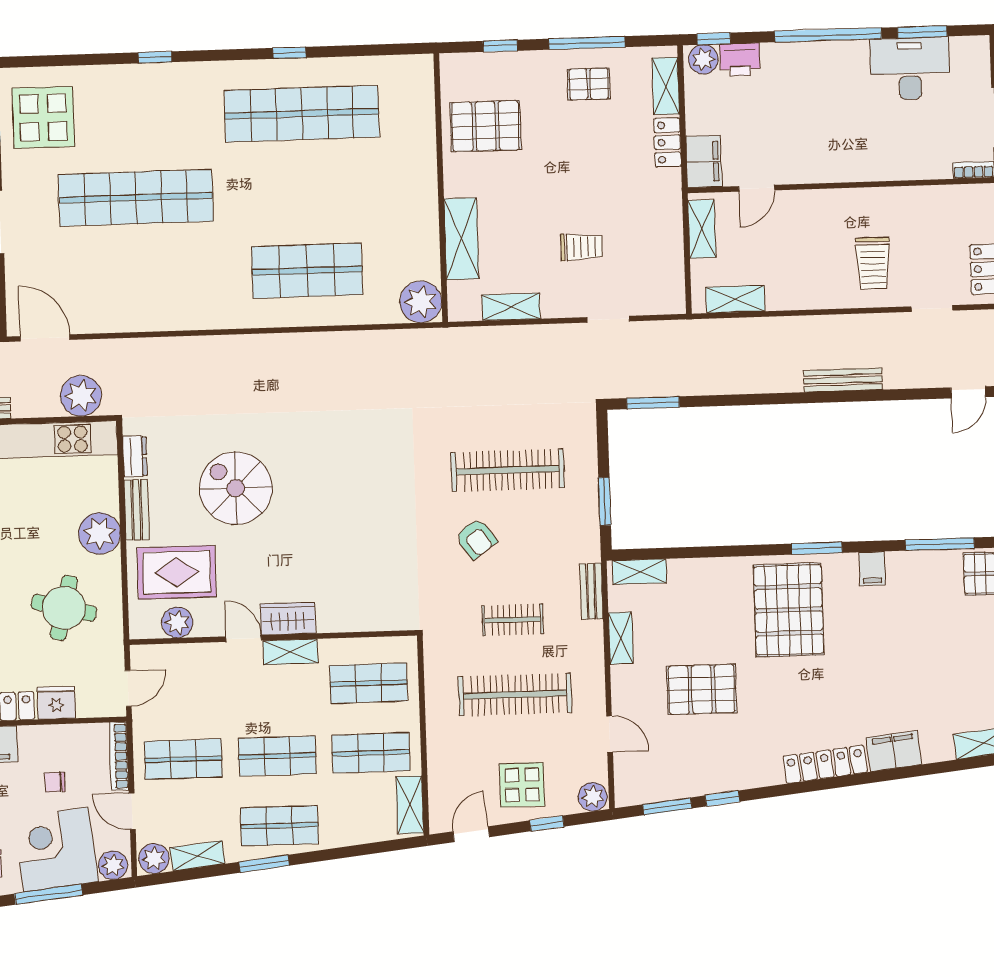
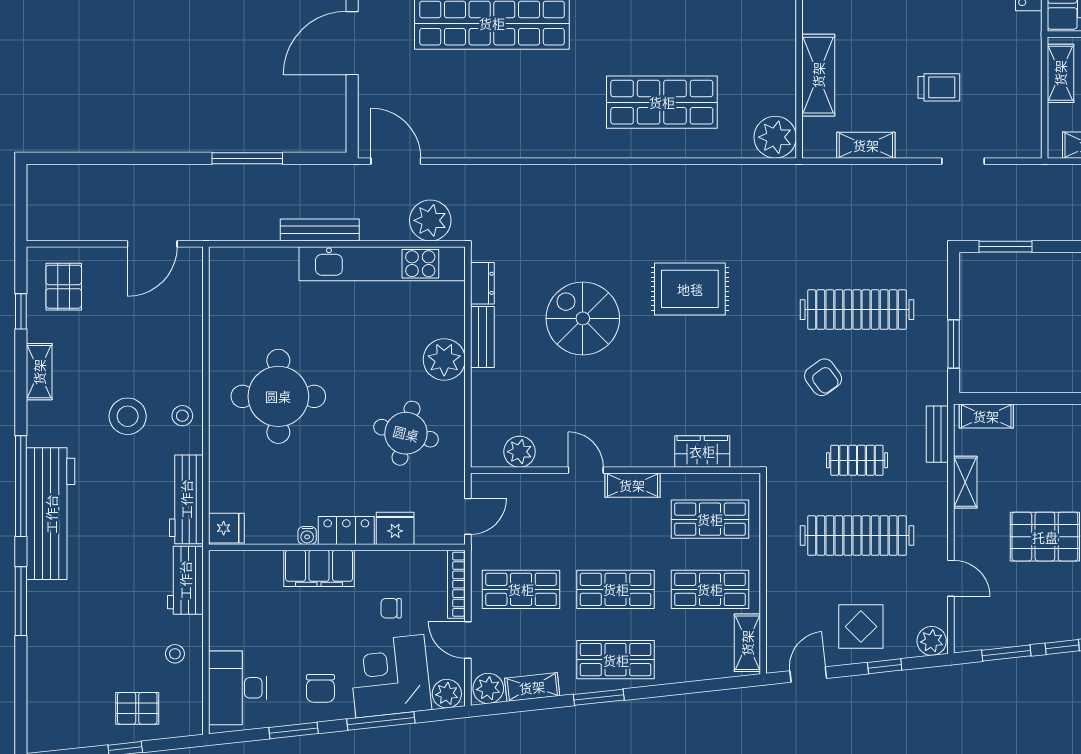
rug: (177, 572) -> (690, 289), moved
wardrobe: (288, 619) -> (702, 451), moved

